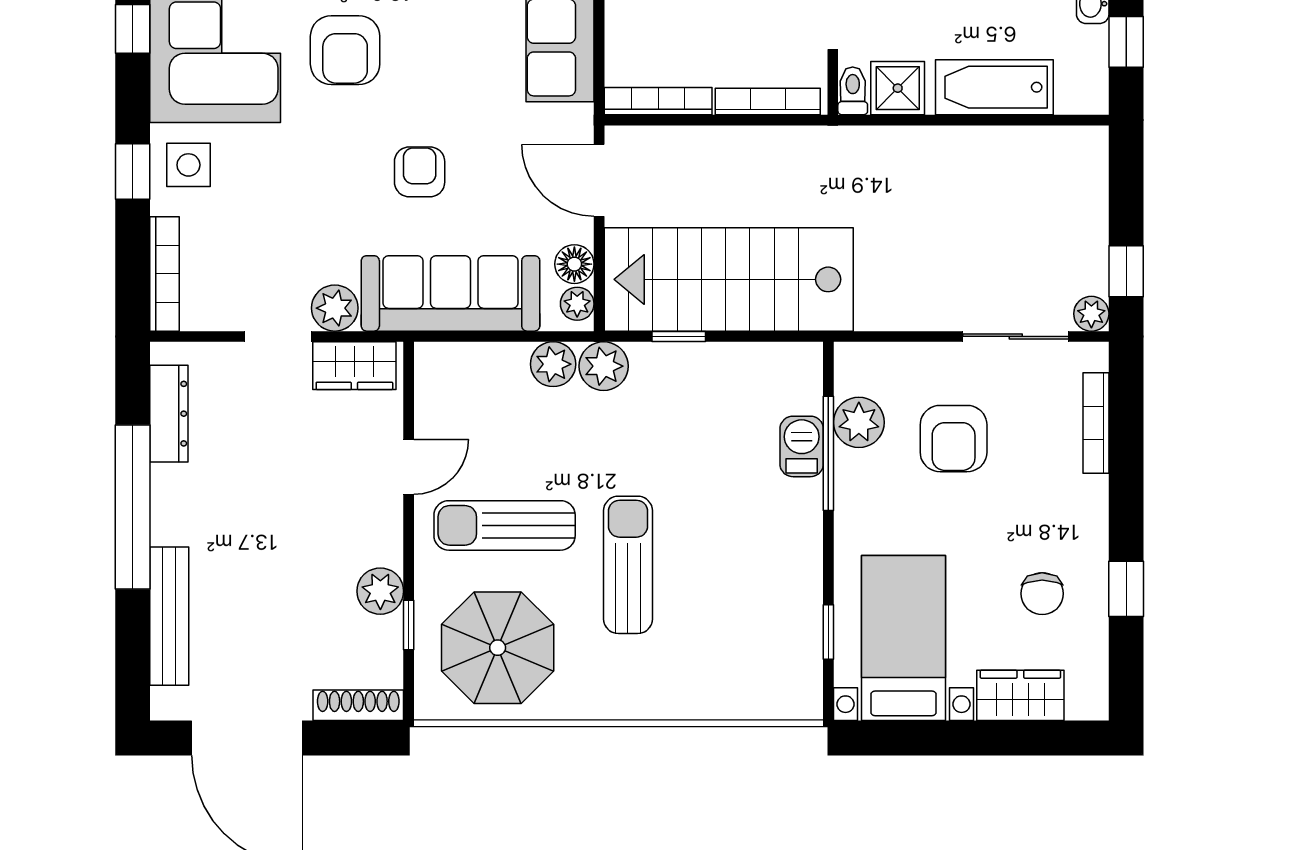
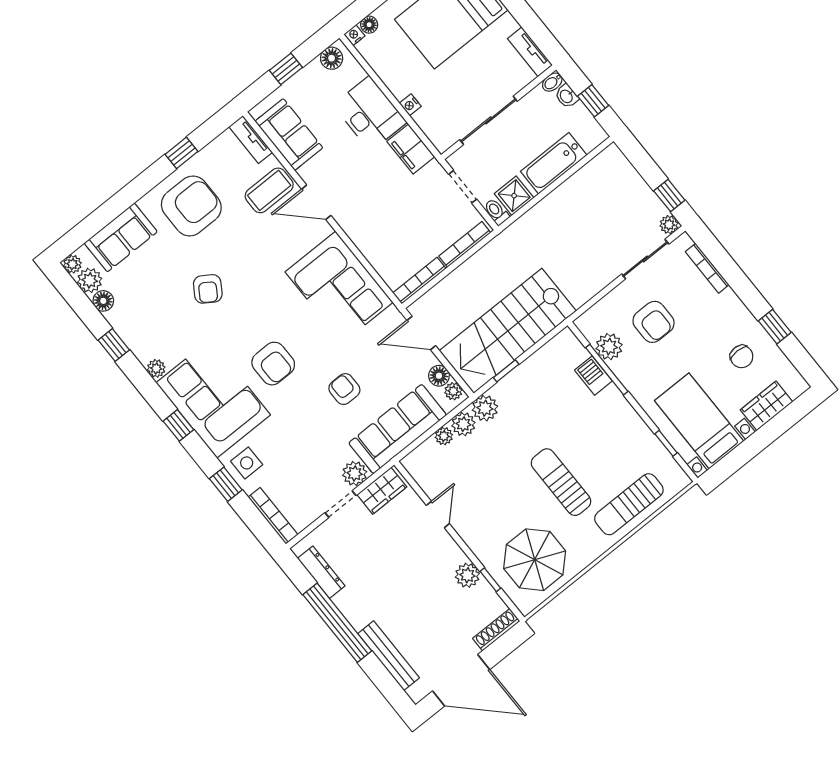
plant: (510, 359) -> (444, 436), added
sun lounger: (505, 525) -> (629, 504), moved

